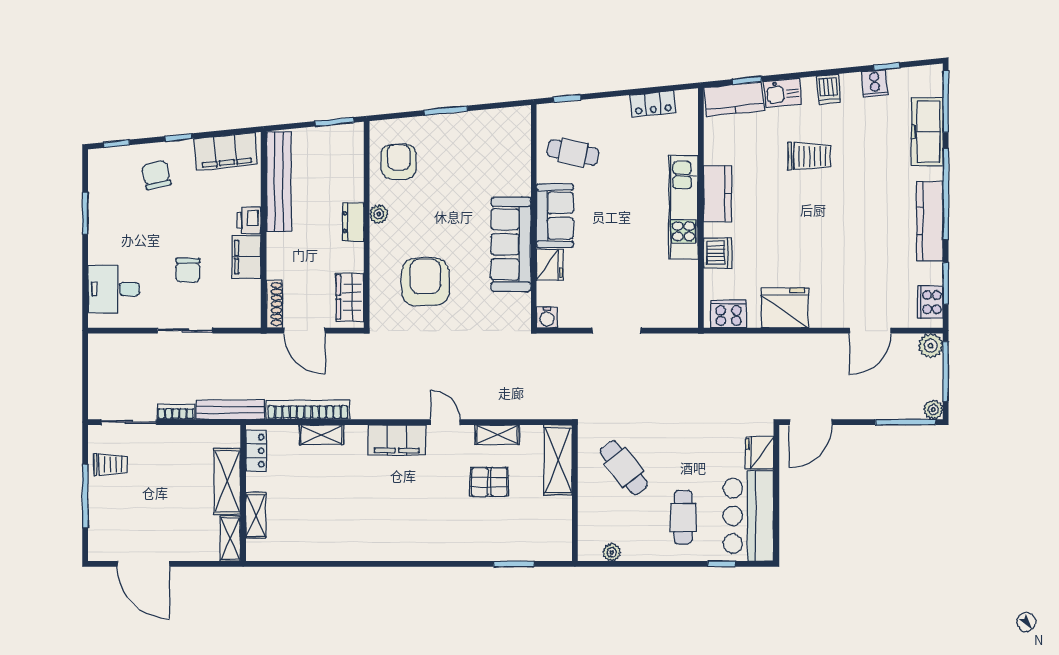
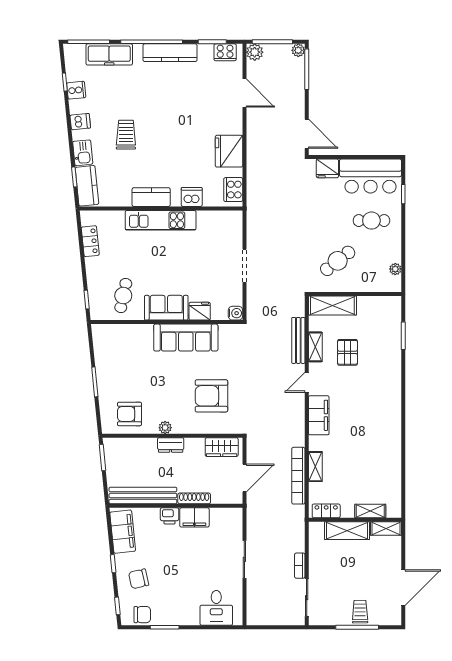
chair: (188, 270) -> (142, 615), moved
shoe rack: (274, 304) -> (194, 498), moved
bench: (230, 410) -> (298, 340), moved
trolley: (111, 465) -> (360, 612), moved

